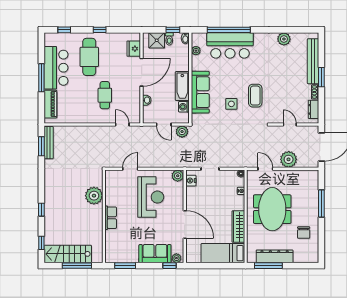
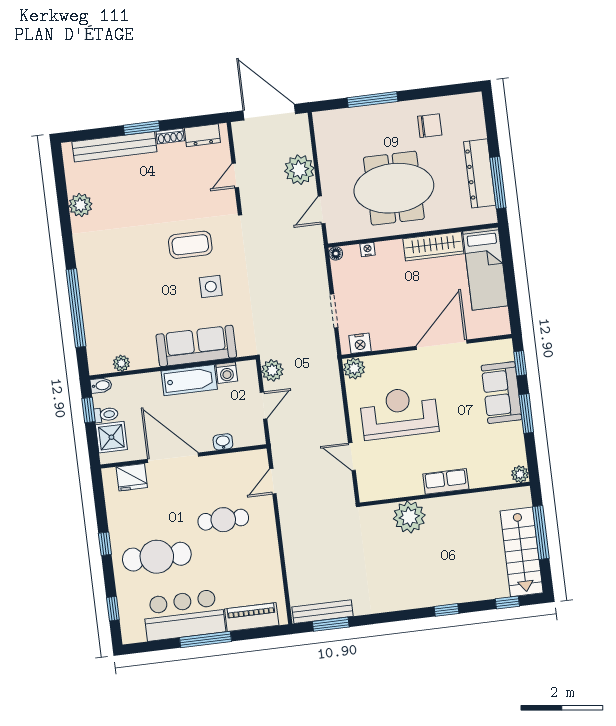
bar counter: (230, 45) -> (104, 302), removed
plant: (176, 258) -> (520, 474), moved
window: (125, 266) -> (526, 413), moved

